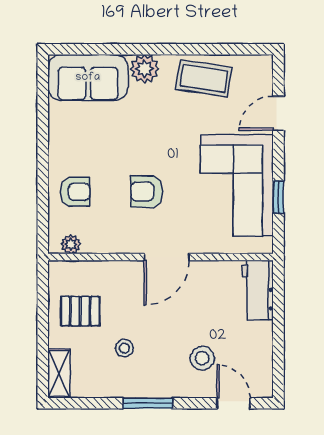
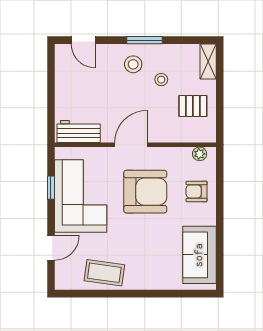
plant: (144, 69) -> (147, 280), removed
sofa: (88, 78) -> (199, 255), moved, turned -90
armchair: (147, 192) -> (145, 192), width x1.88, depth x1.88
workbench: (258, 290) -> (79, 131), moved, turned -90
stool: (202, 358) -> (133, 64), moved

